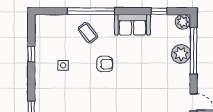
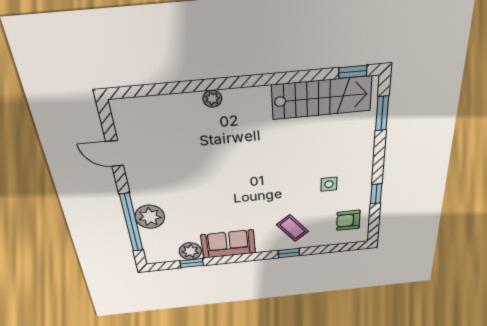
window: (91, 11) -> (289, 253), width x0.32
plant: (183, 22) -> (190, 251), moved
armchair: (105, 64) -> (348, 220), moved

